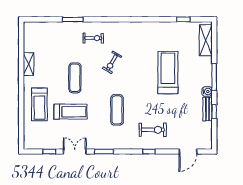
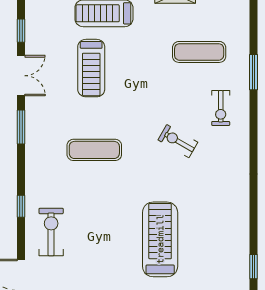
treadmill: (168, 73) -> (160, 239), turned -90
exercise mat: (75, 78) -> (199, 52), moved
exercise bike: (153, 130) -> (51, 232), moved, turned 180

